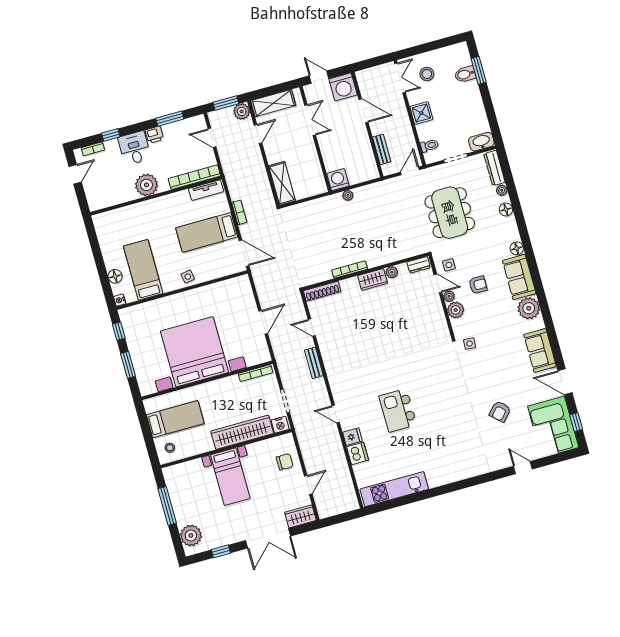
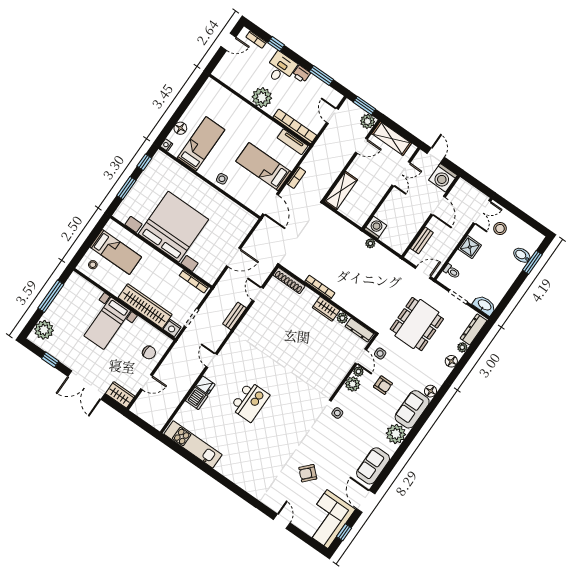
dresser: (419, 265) -> (359, 330), width x1.44
kitchen island: (398, 410) -> (250, 402), turned 180

